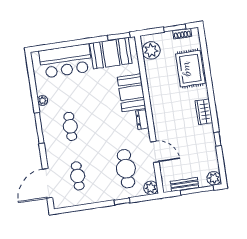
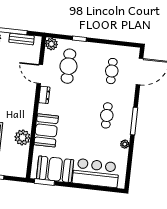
plant: (151, 50) -> (22, 137), moved
dresser: (142, 119) -> (44, 95), moved

